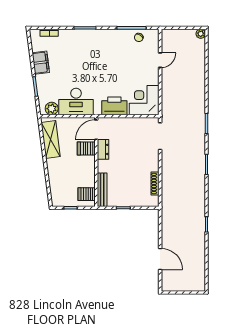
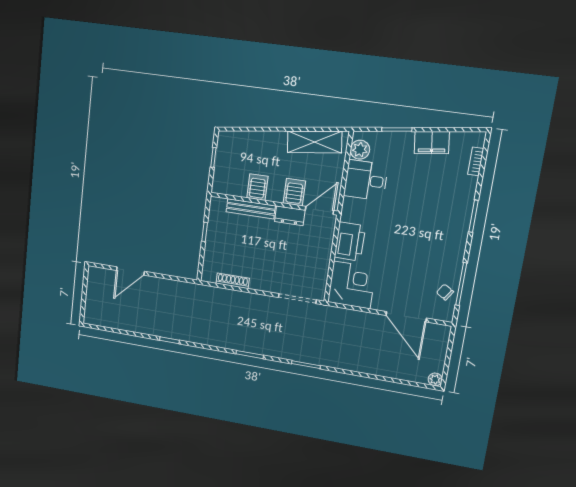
door: (160, 60) -> (406, 317), width x1.87
desk: (76, 102) -> (366, 180), width x0.73
door: (96, 130) -> (319, 210), hinge flipped
bench: (102, 190) -> (251, 209), moved
server rack: (87, 194) -> (257, 187), moved

